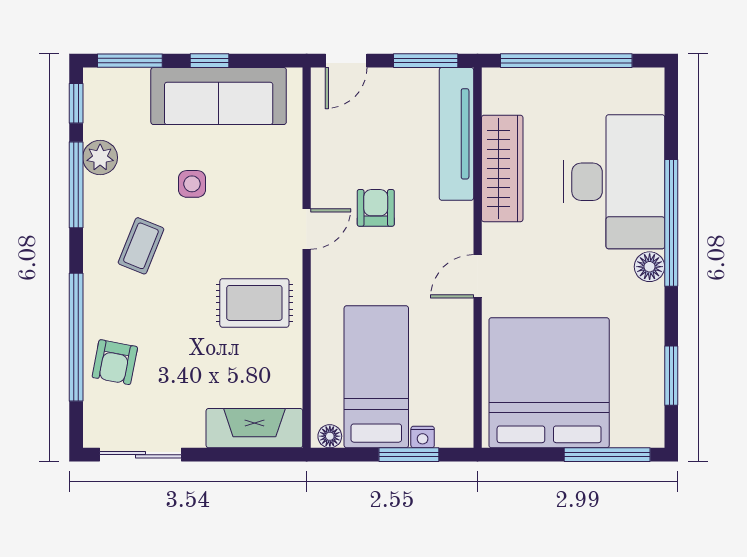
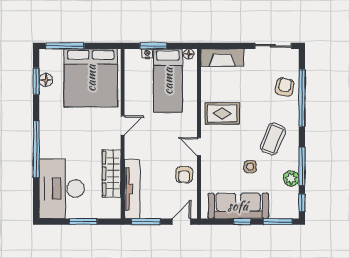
window: (566, 61) -> (83, 222), width x0.47
desk: (614, 182) -> (62, 189), moved
armchair: (376, 208) -> (184, 175), moved
door: (307, 229) -> (199, 147), hinge flipped
coffee table: (141, 246) -> (273, 139), width x1.36, depth x1.30
floor lamp: (650, 267) -> (46, 80), moved

